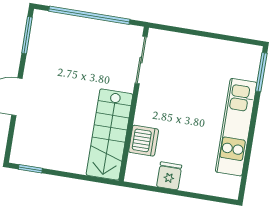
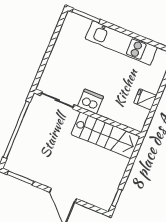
dishwasher: (144, 141) -> (91, 101), moved

